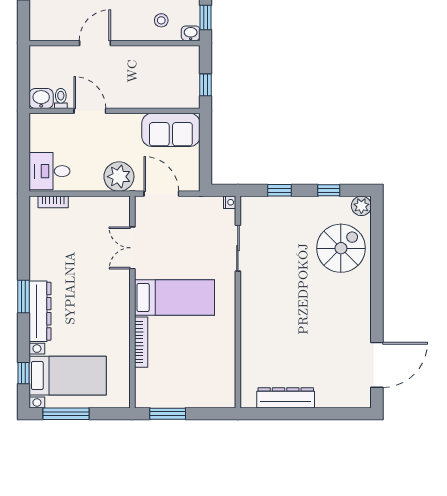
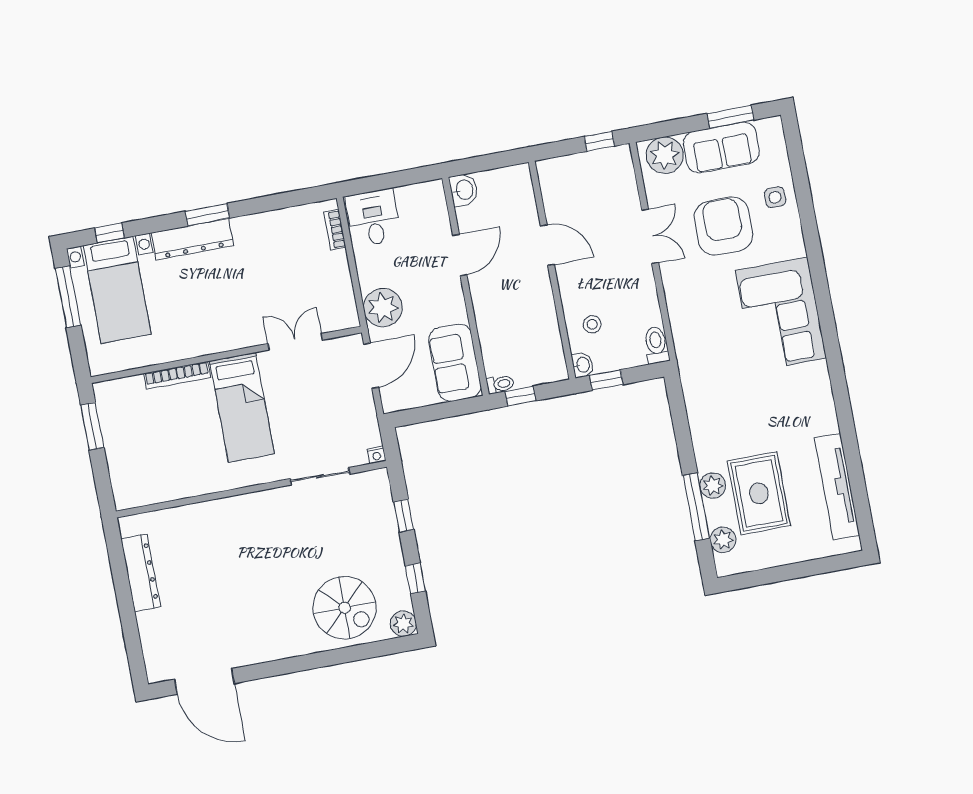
toilet: (61, 98) -> (500, 384), moved

